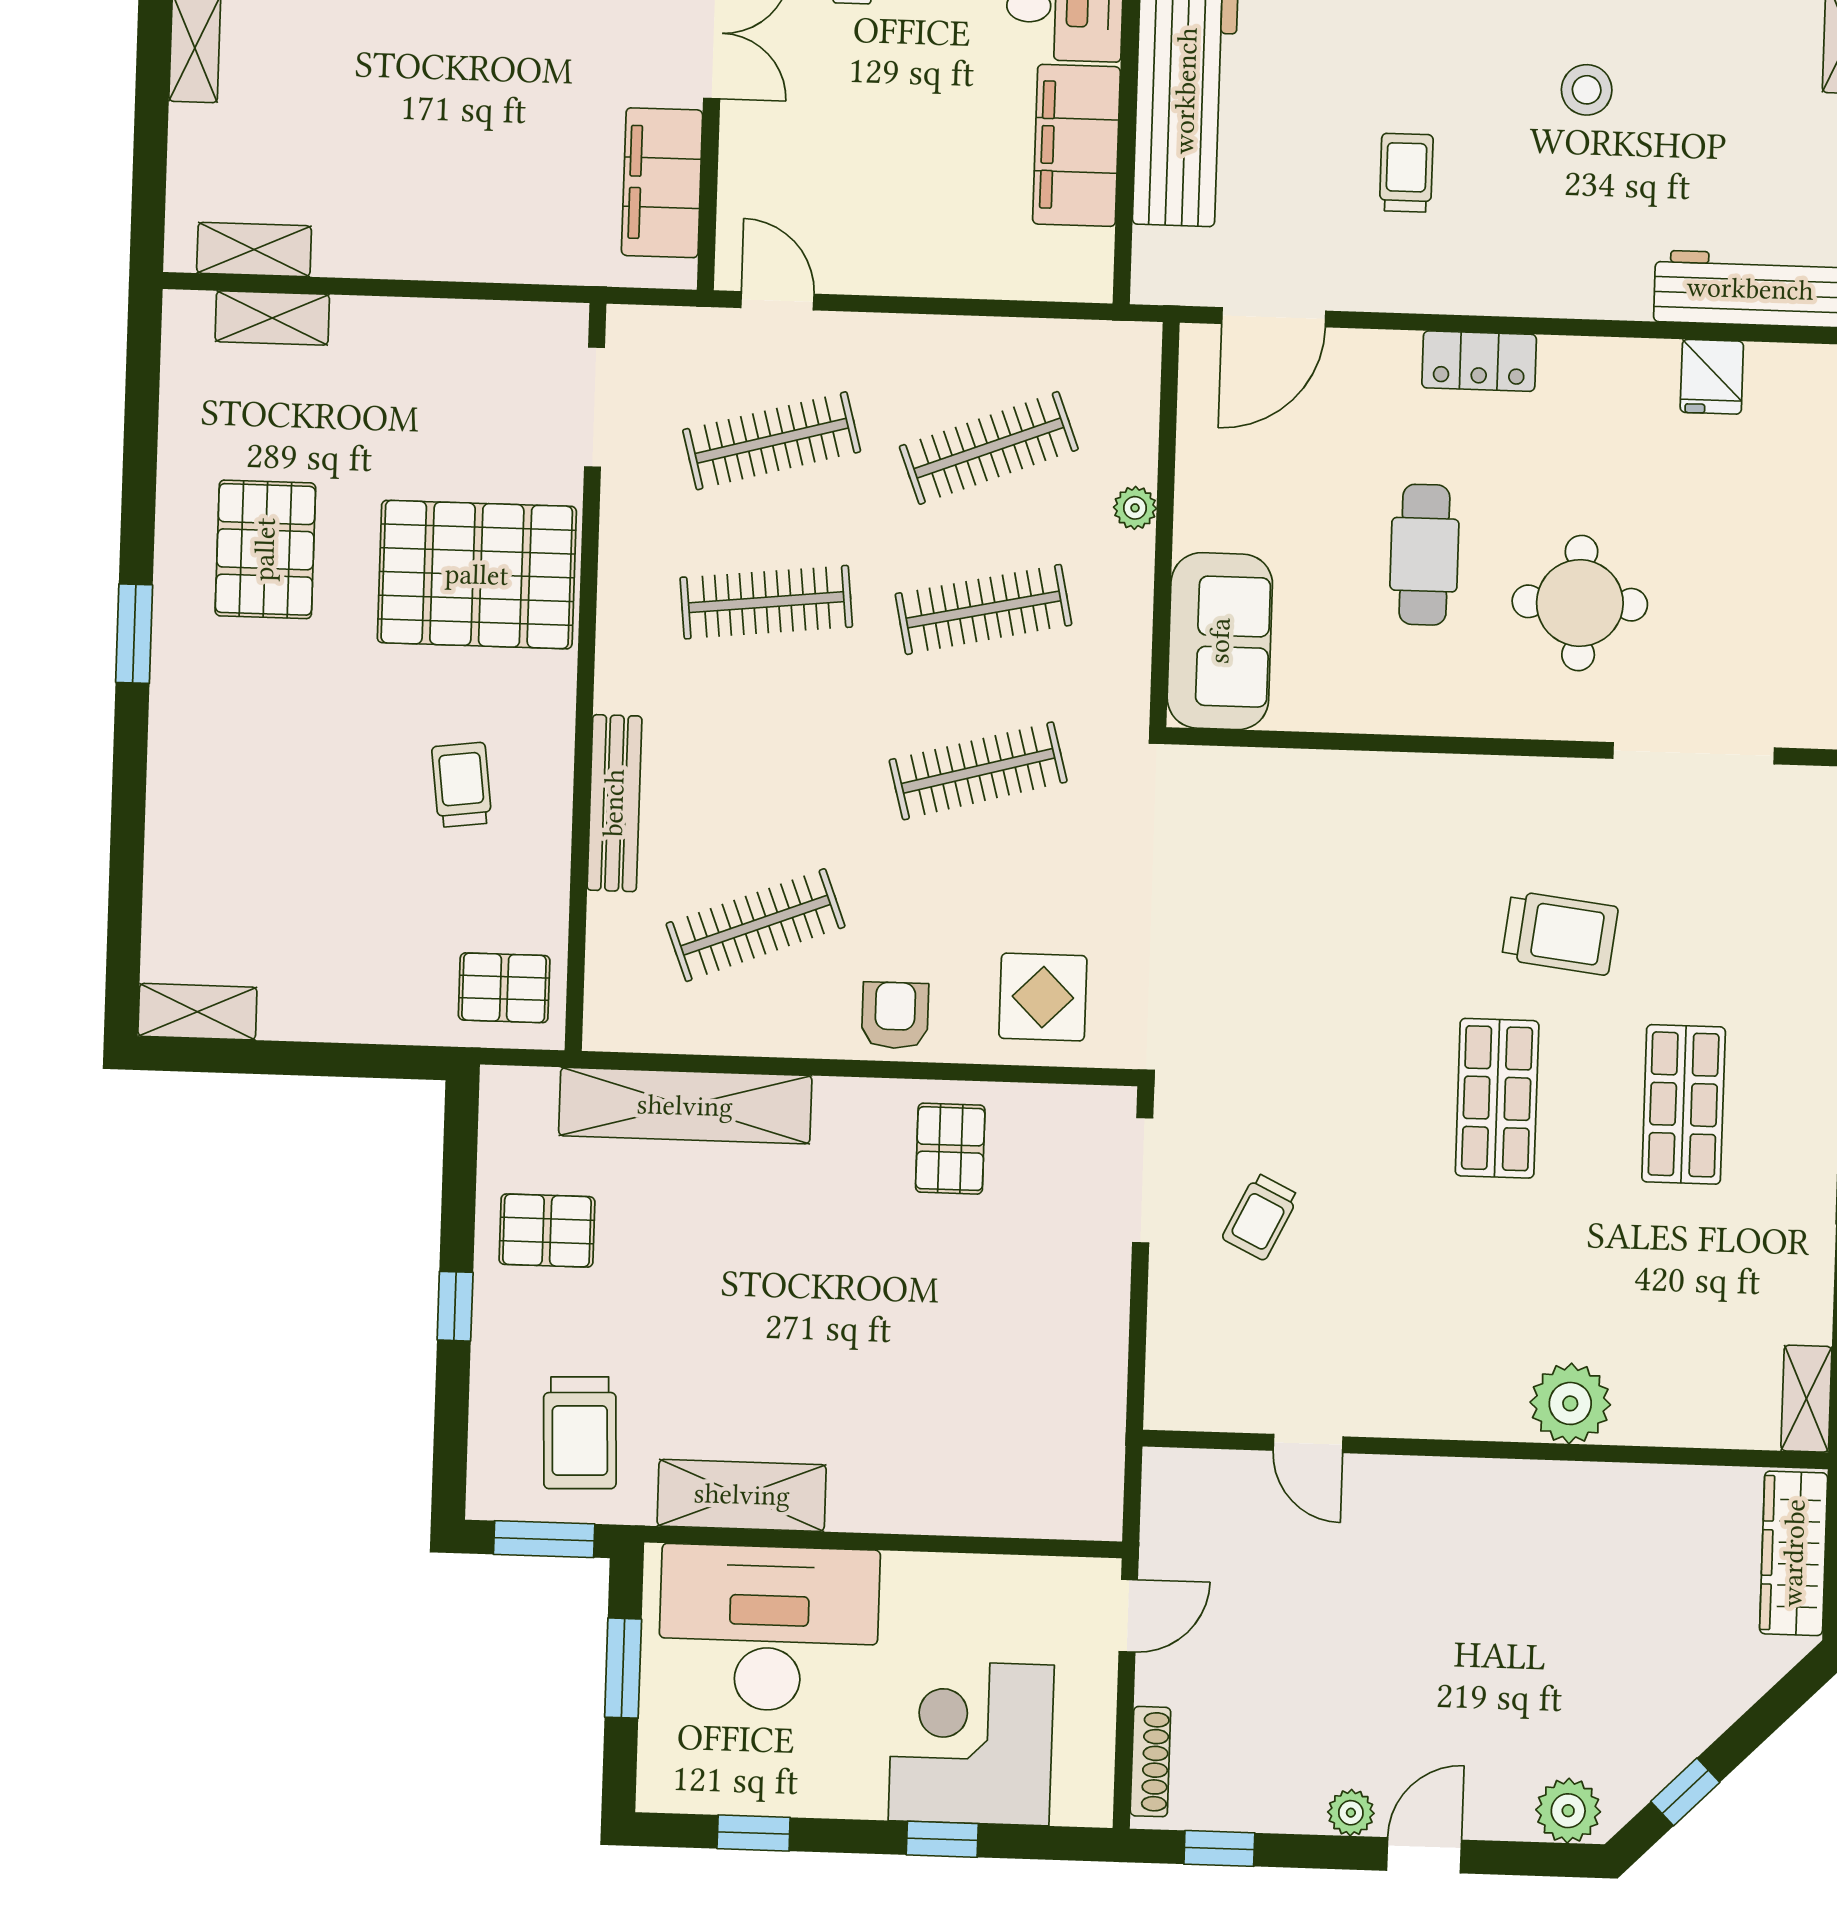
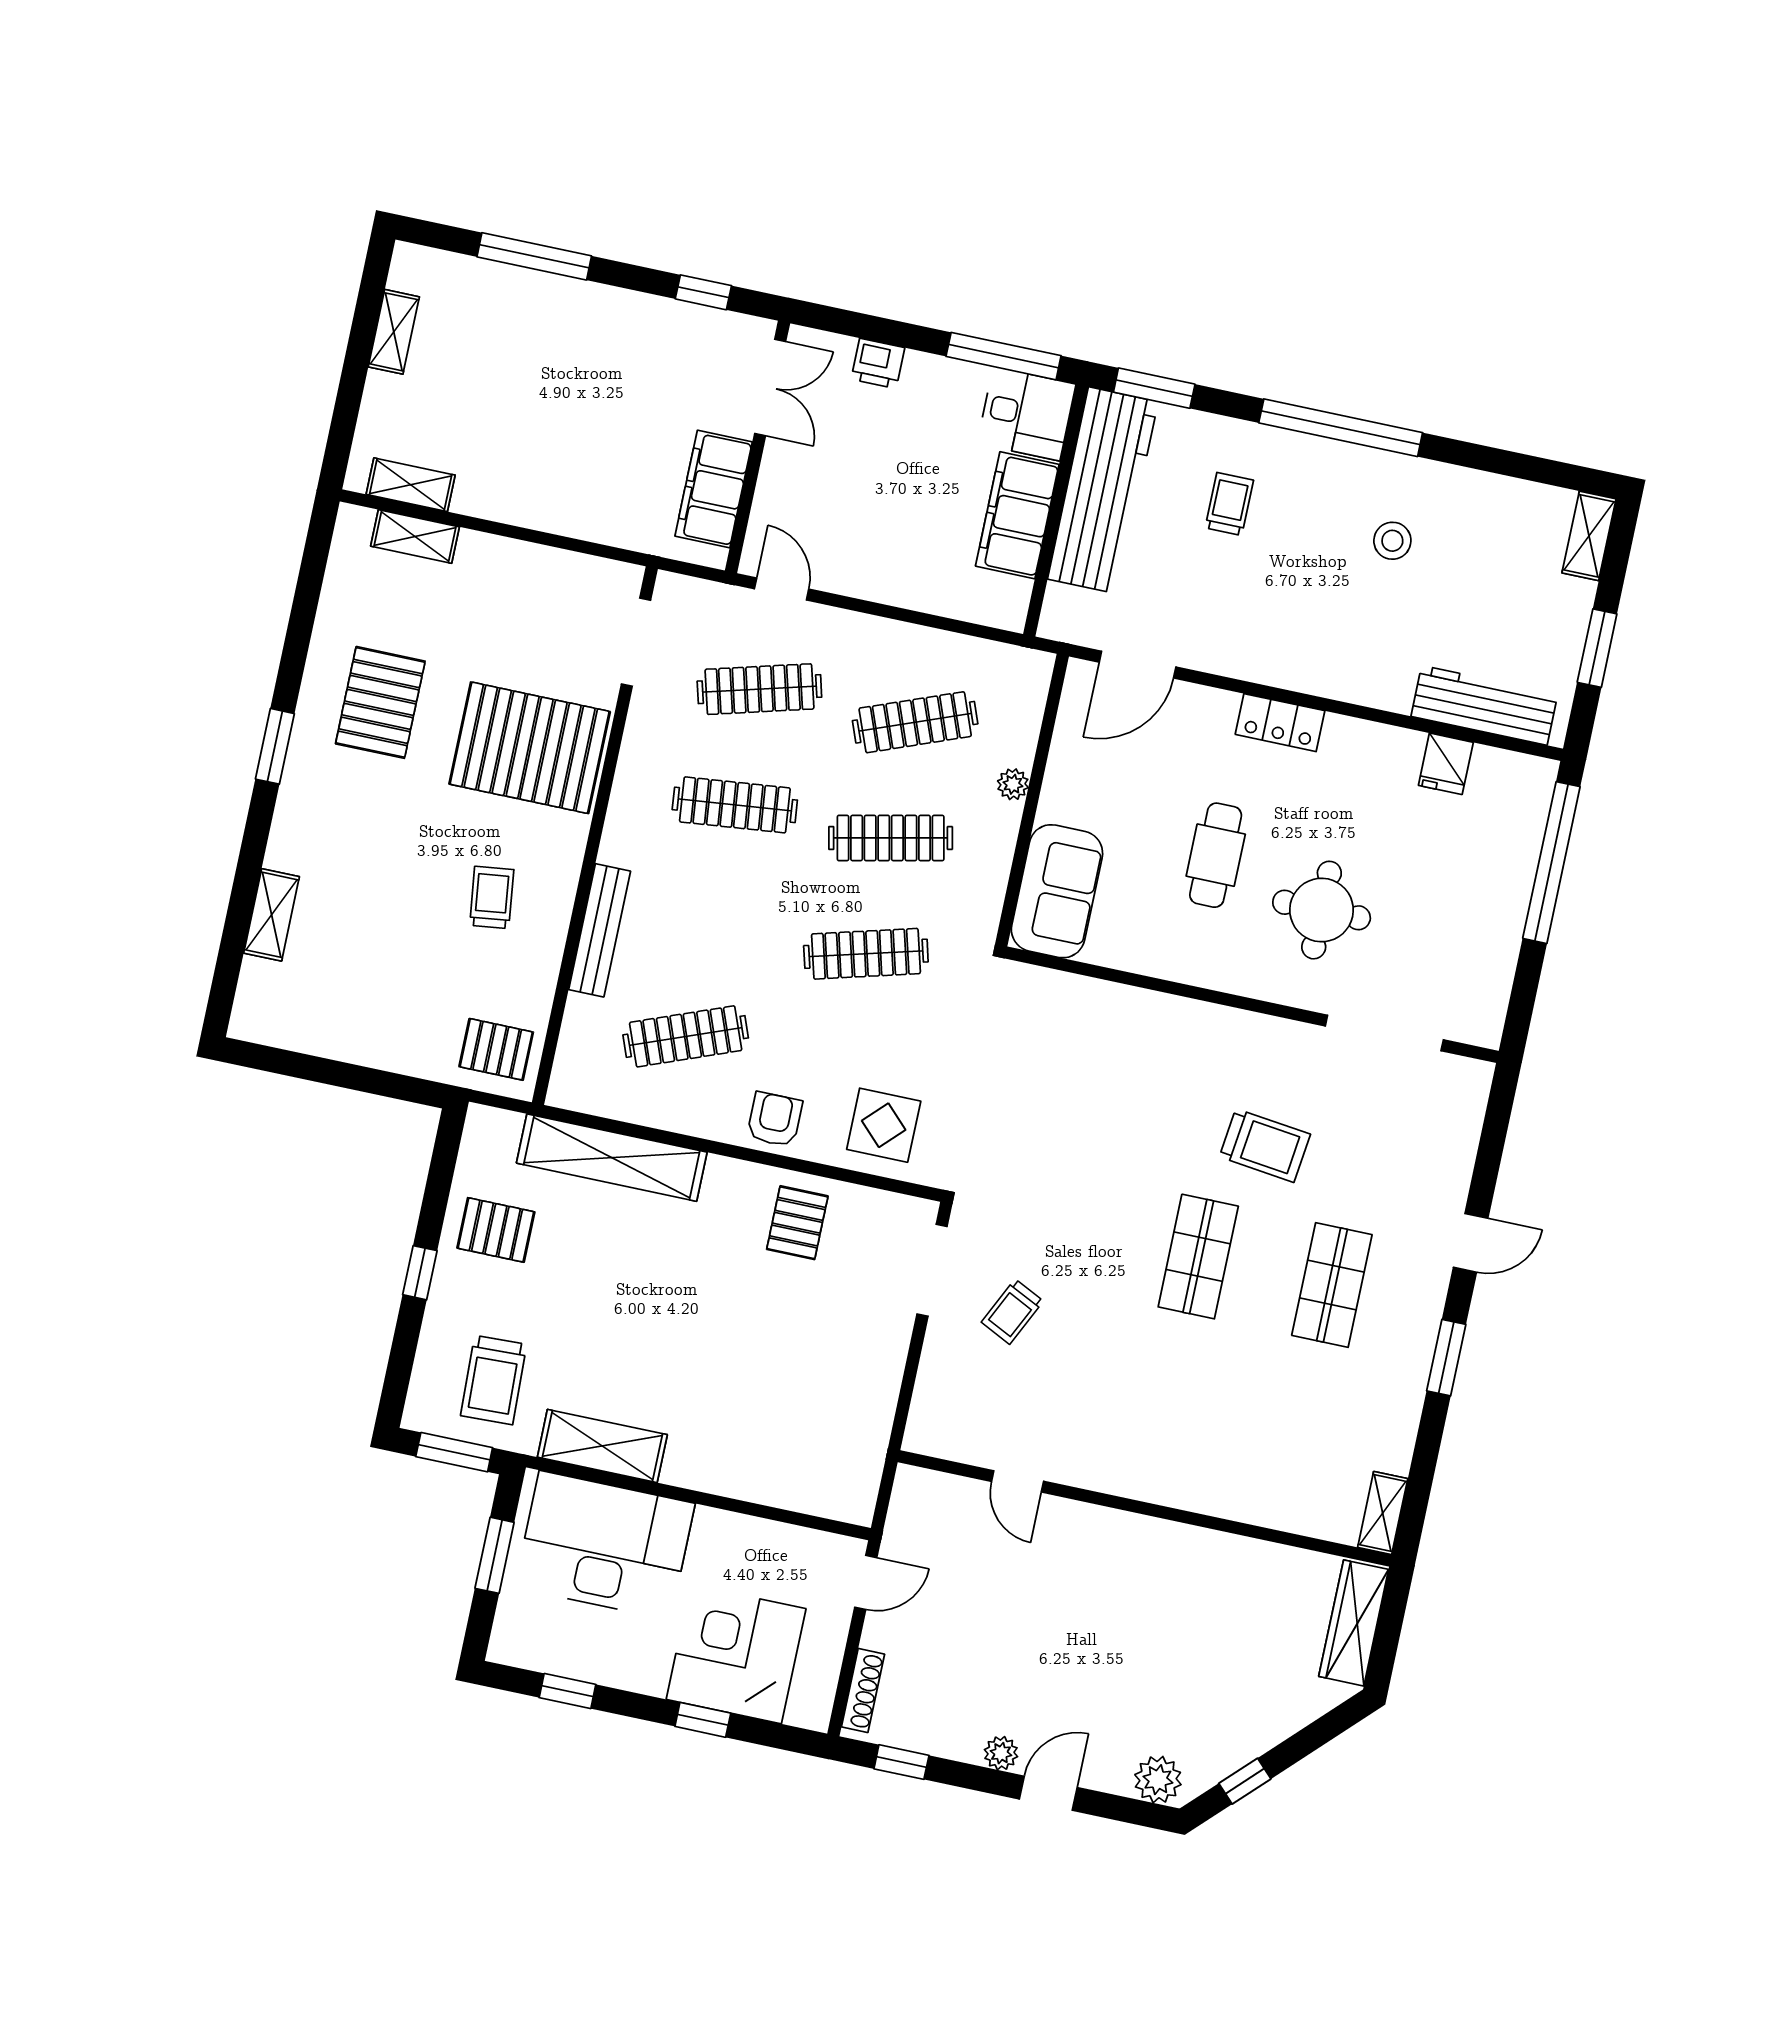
trolley: (1406, 173) -> (1229, 504), moved
shelving: (197, 1012) -> (272, 915), moved, turned 90
plant: (1570, 1403) -> (1212, 1486), removed

